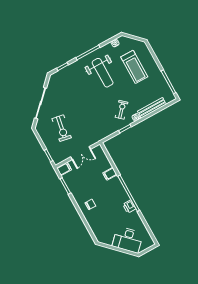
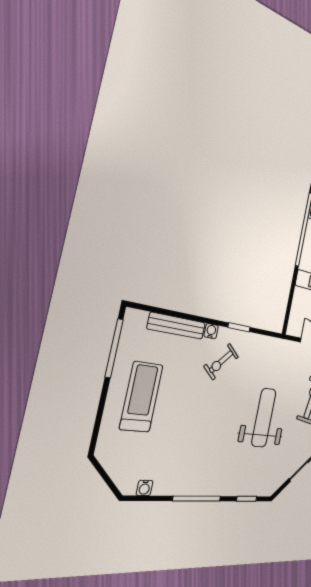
treadmill: (134, 67) -> (141, 397), moved
weight bench: (103, 73) -> (264, 418), moved

